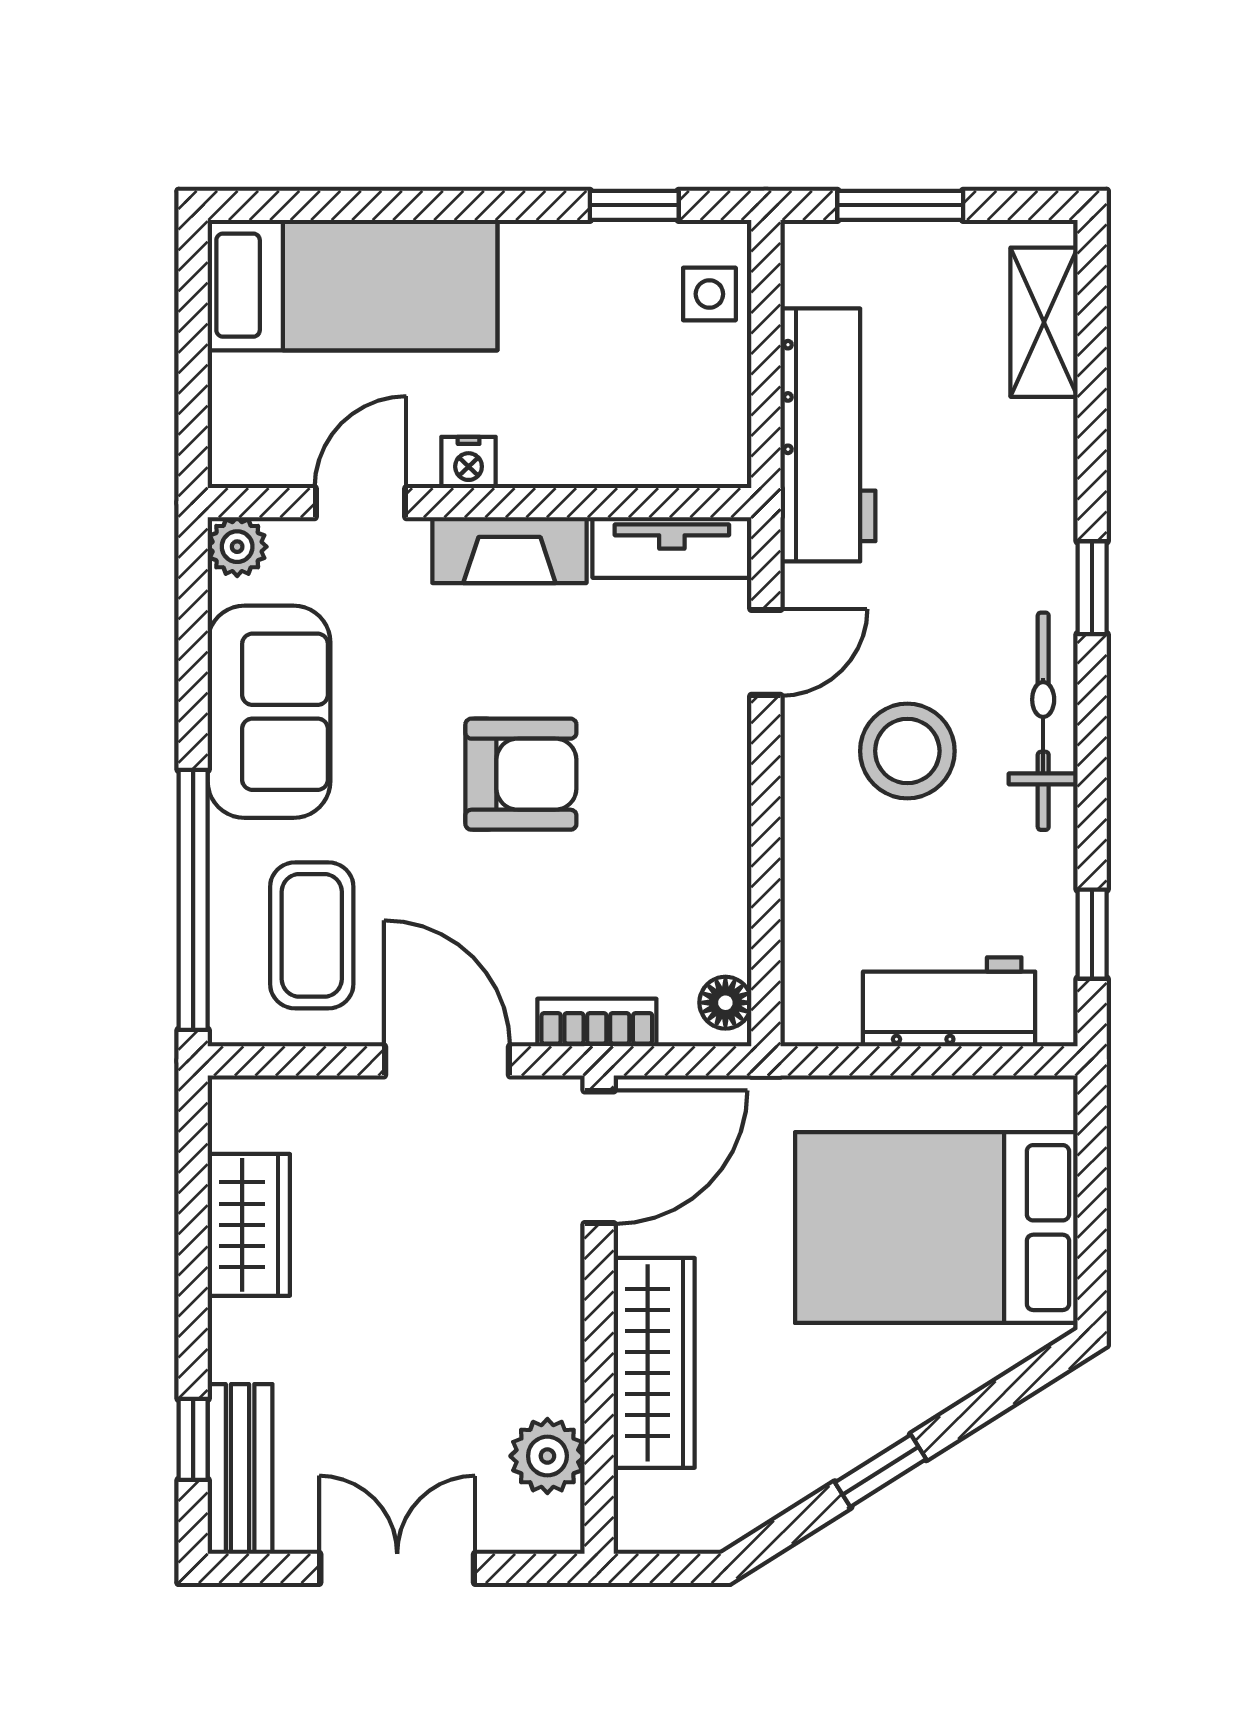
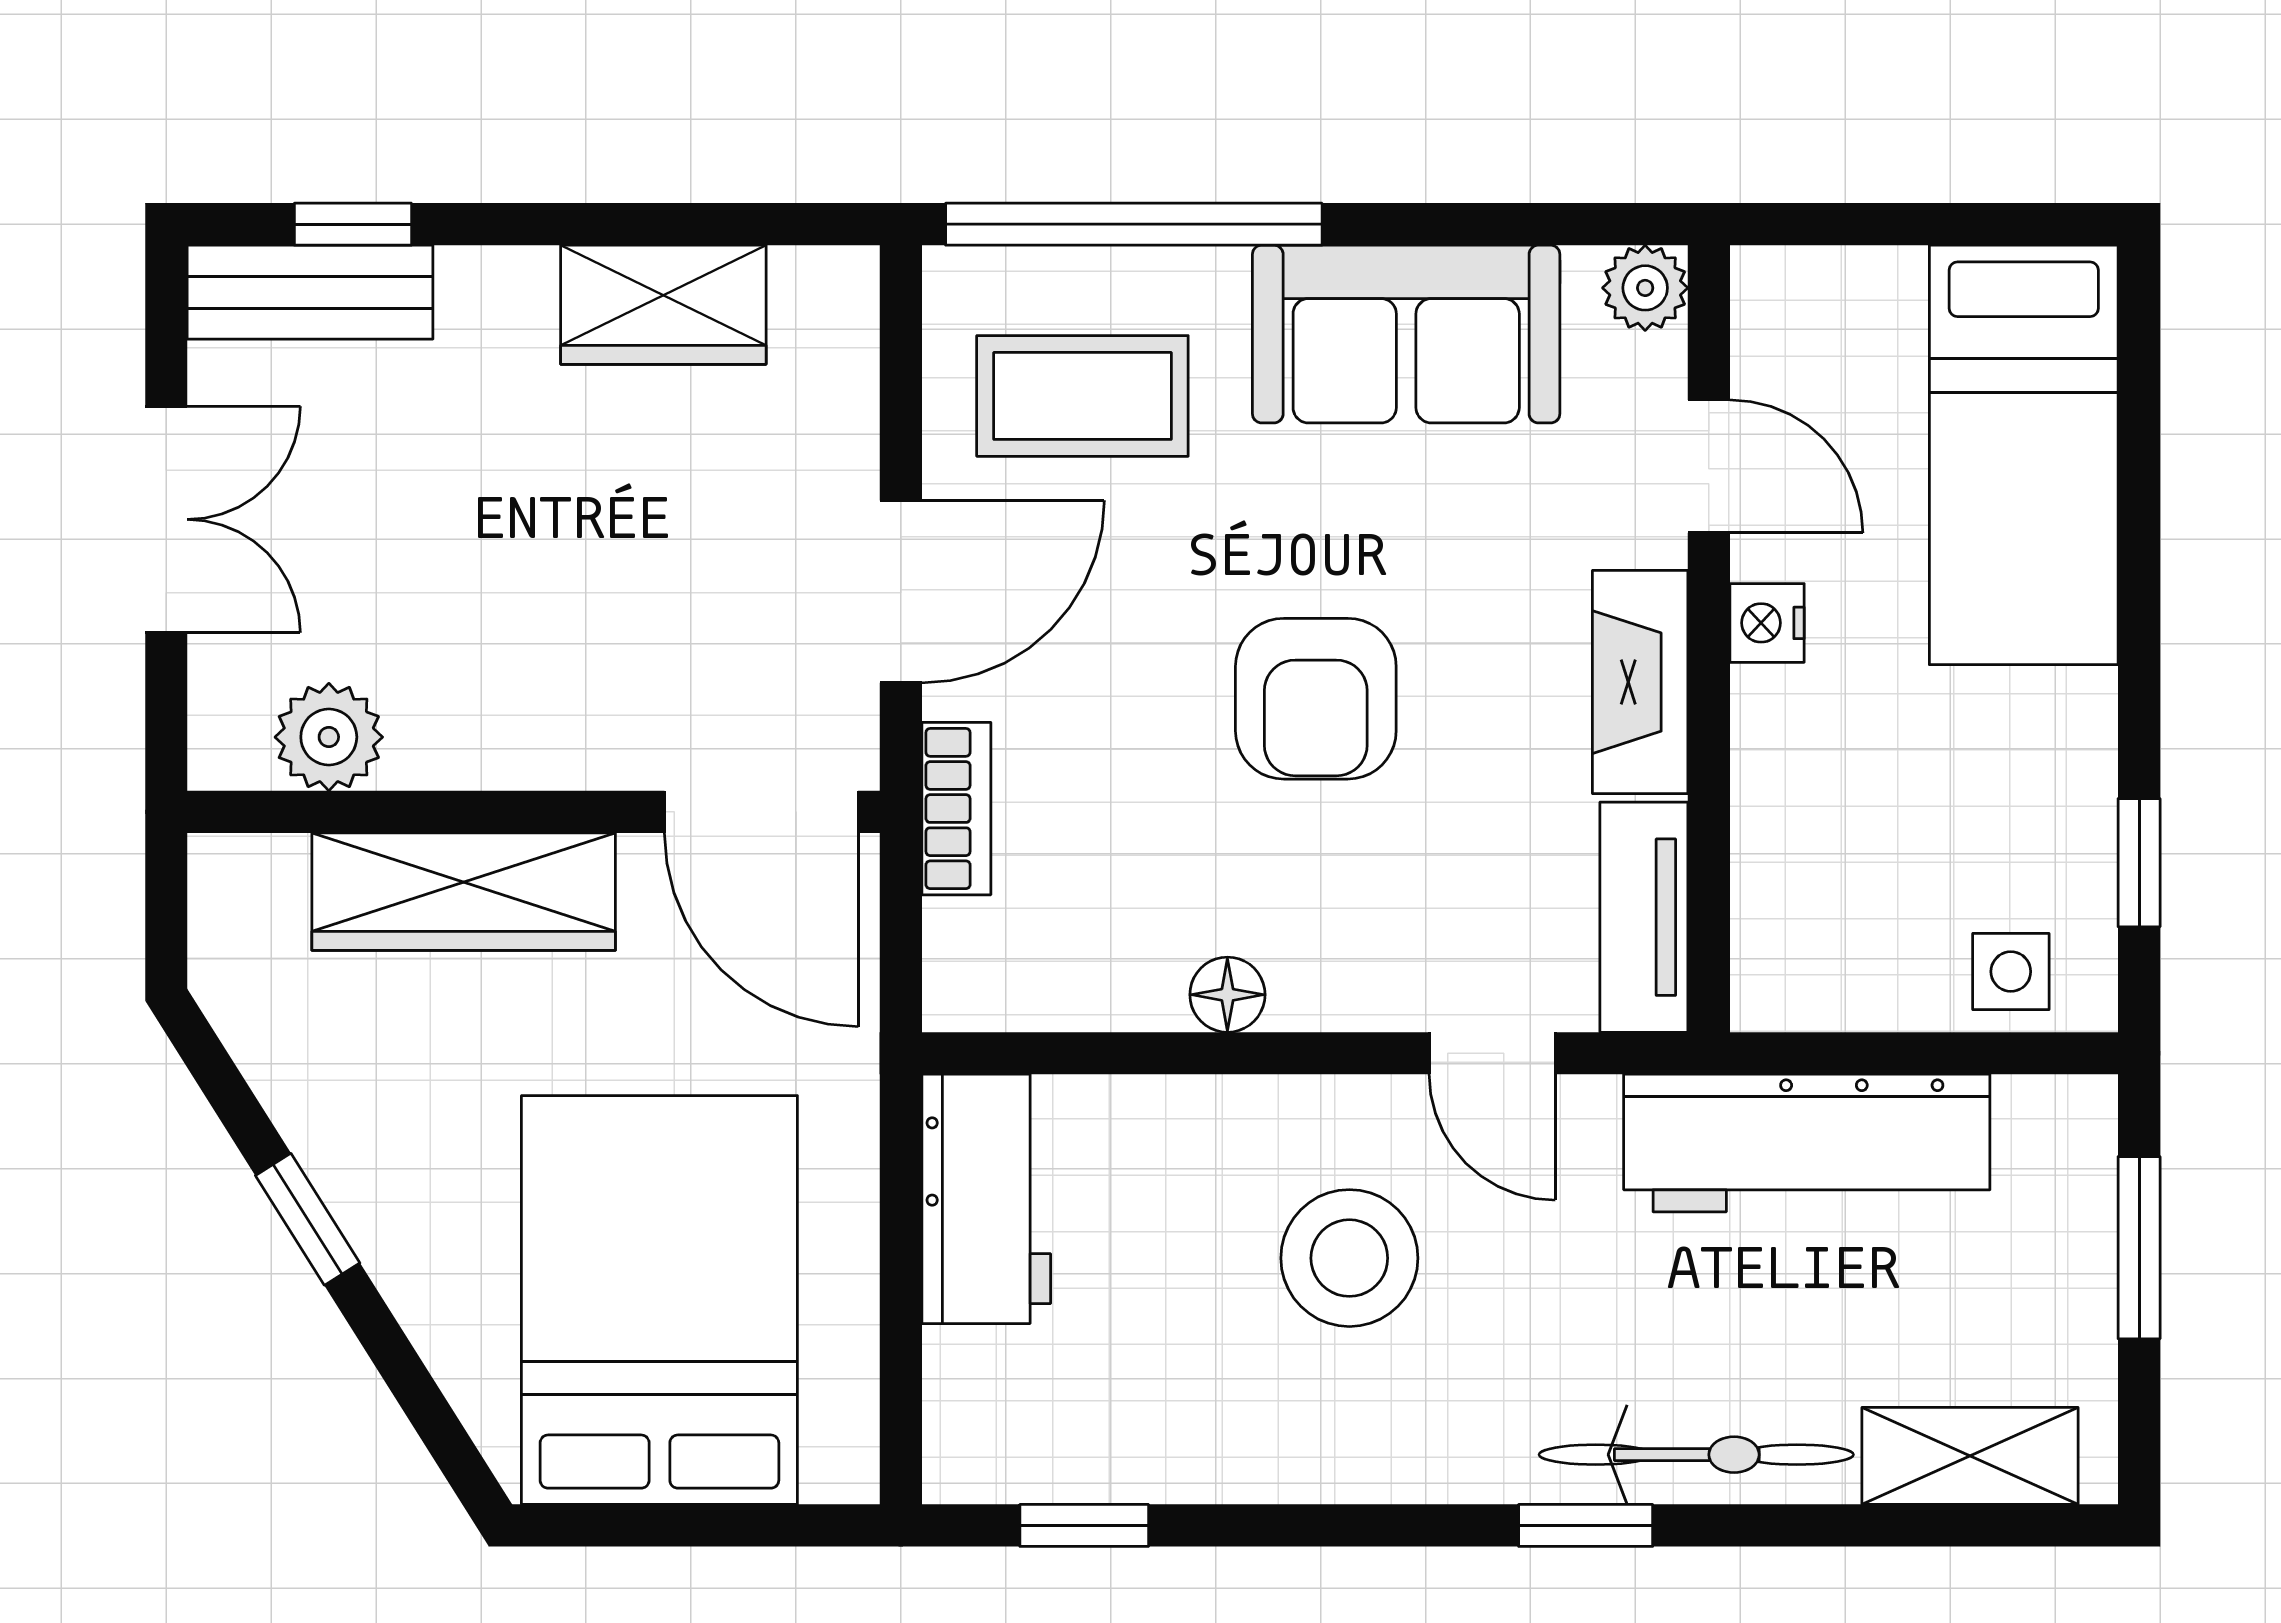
bicycle: (1043, 721) -> (1696, 1455), moved
workbench: (949, 1002) -> (986, 1199), moved
floor lamp: (725, 1003) -> (1227, 995), moved

